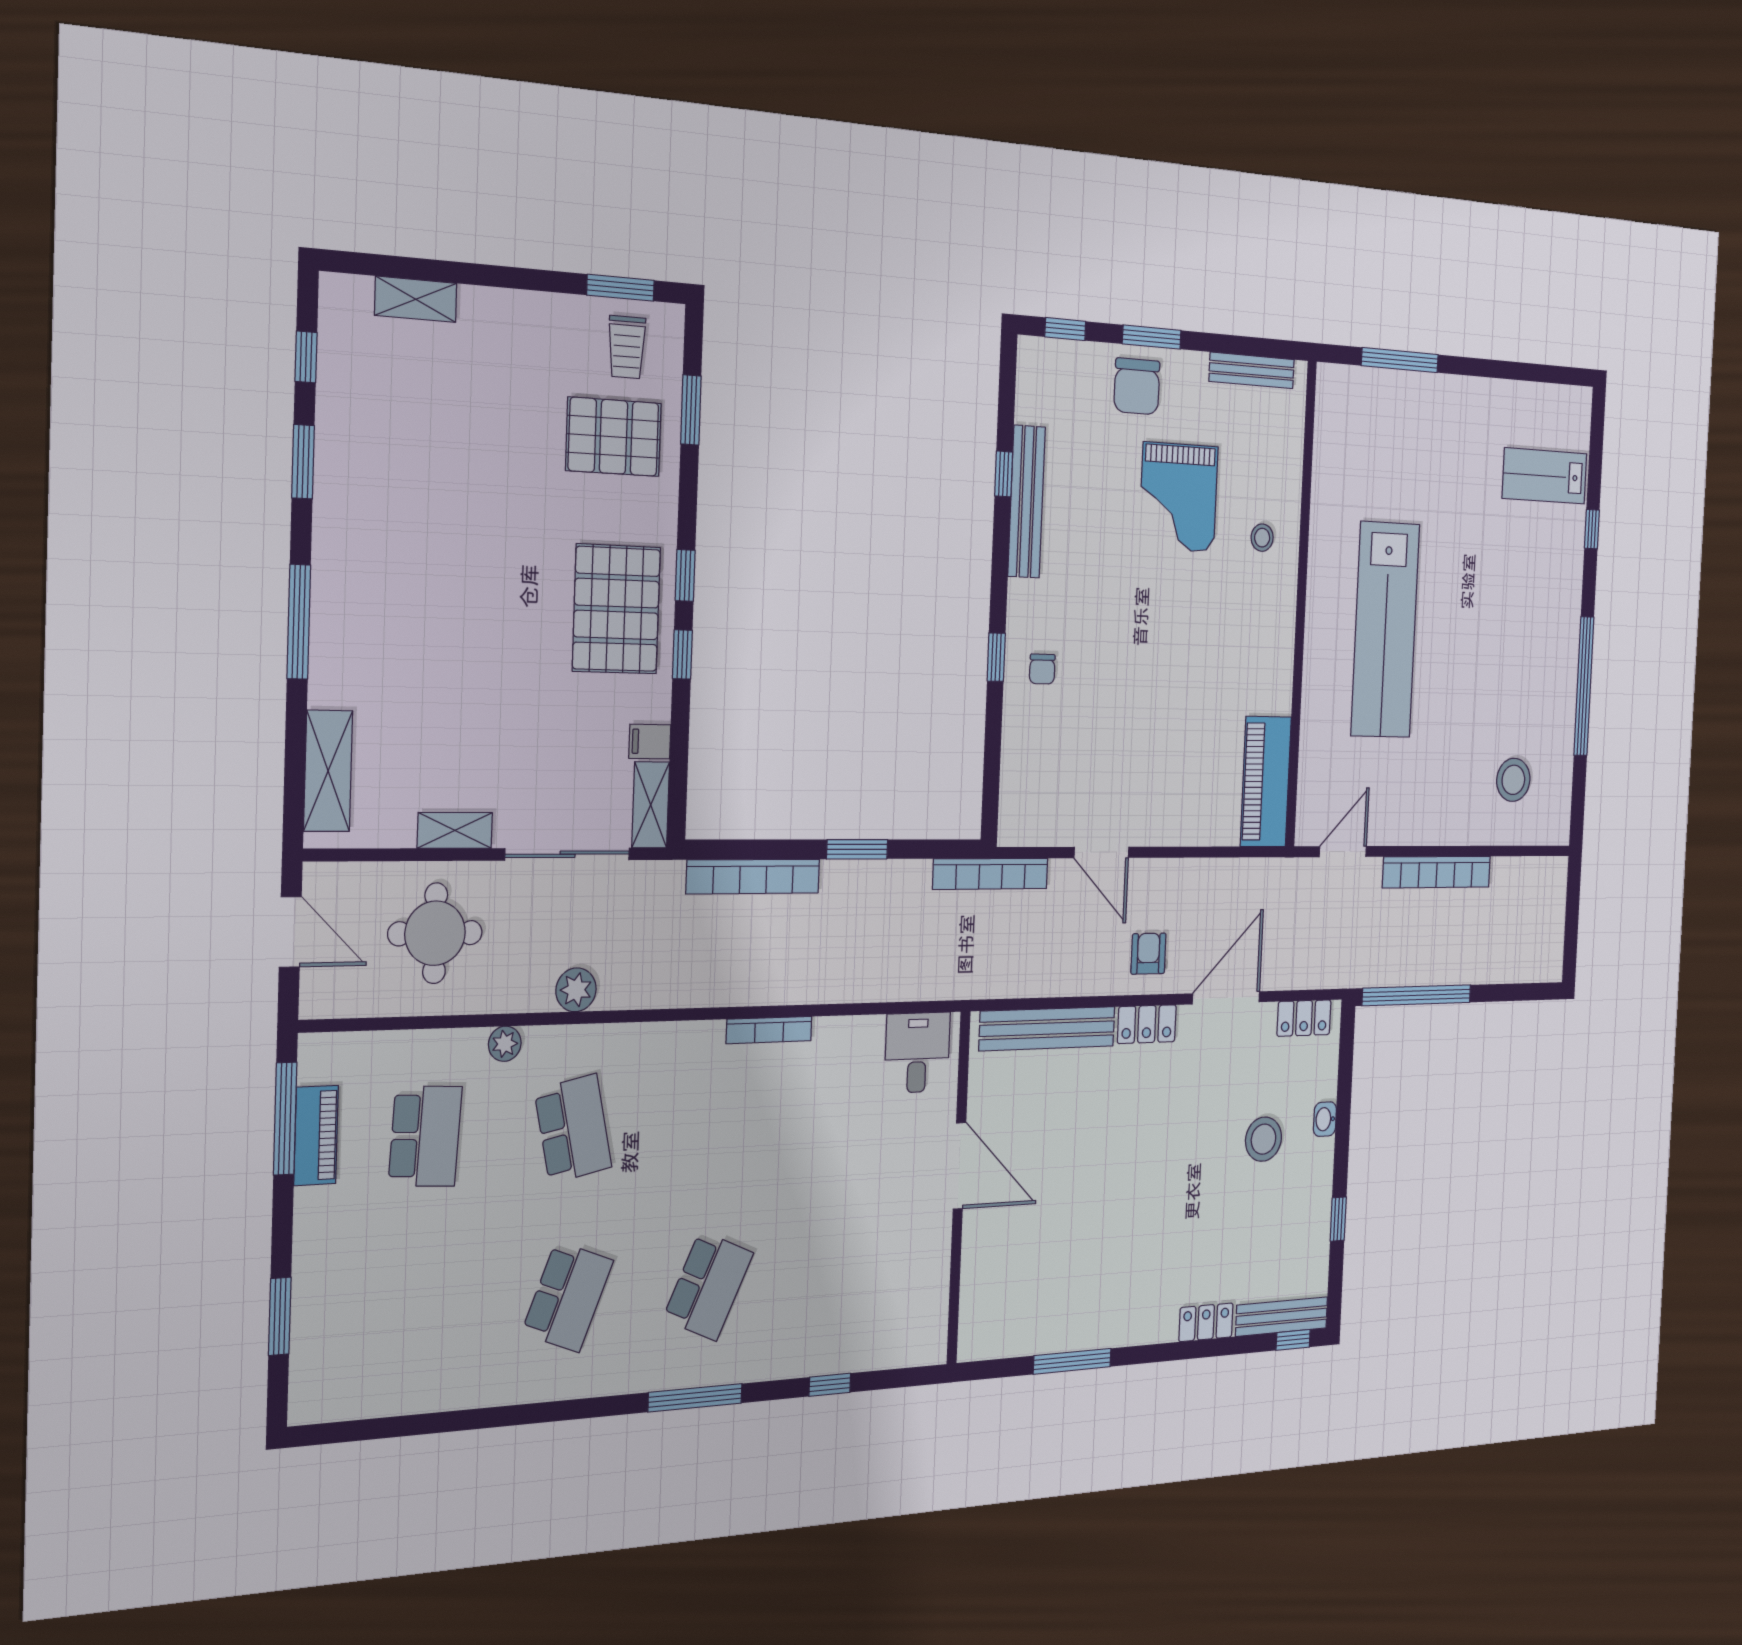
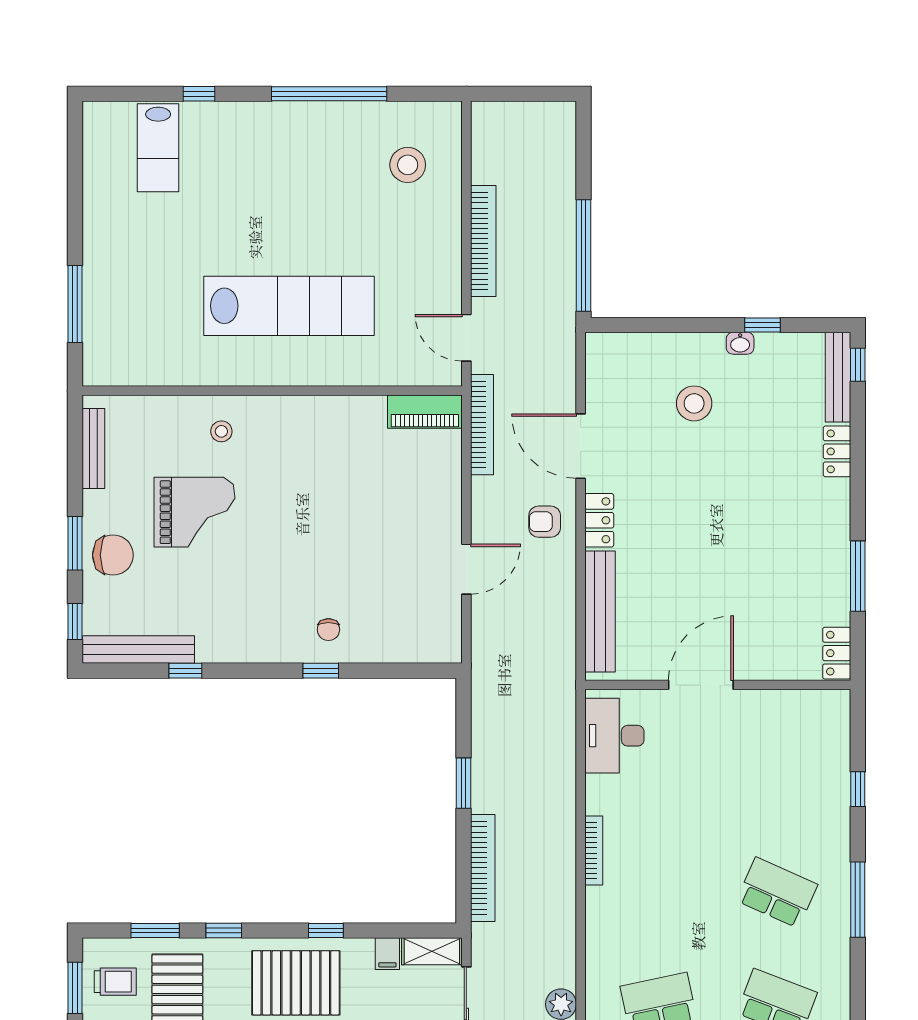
bench: (1027, 502) -> (139, 650), moved
window: (685, 575) -> (224, 931), moved
chair: (1042, 669) -> (328, 630), turned 90
piano: (1266, 782) -> (425, 412), width x0.73, depth x0.75
bookcase: (991, 874) -> (482, 425), moved
locker: (1304, 1018) -> (837, 653), moved, turned 180
desk: (917, 1053) -> (614, 736), width x1.37
washbasin: (1325, 1119) -> (740, 343), moved

